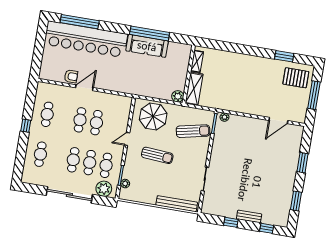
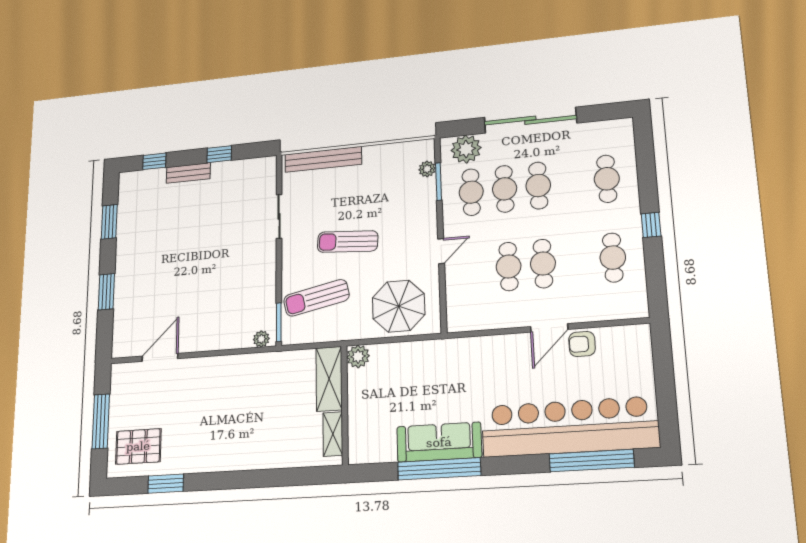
sun lounger: (157, 155) -> (348, 242), moved

